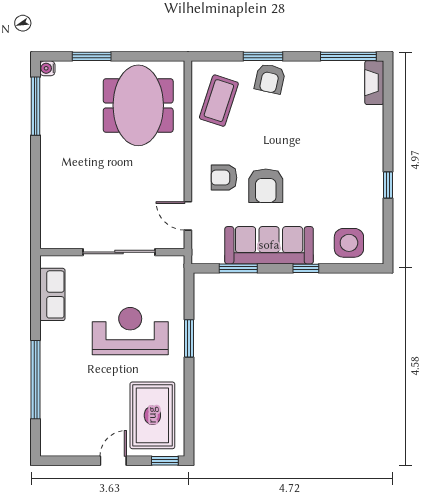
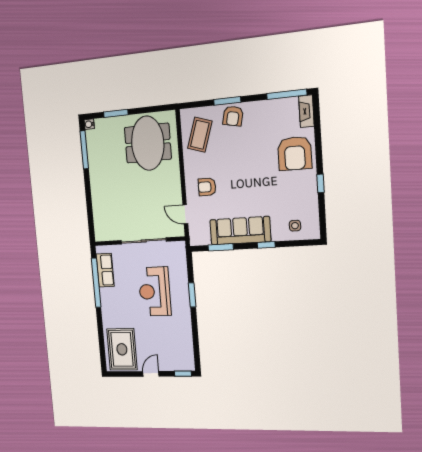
armchair: (266, 186) -> (295, 153), moved, width x1.36, depth x1.36
side table: (349, 243) -> (295, 226), width x0.54, depth x0.54
reception desk: (130, 331) -> (155, 292), turned -90
window: (35, 380) -> (96, 283), moved
rug: (152, 415) -> (122, 349), moved

